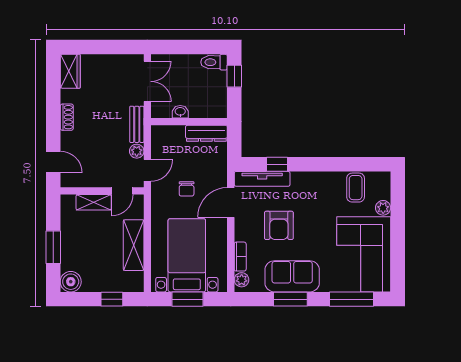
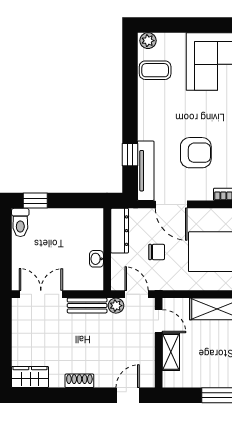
washbasin: (180, 112) -> (96, 259), moved
wall: (189, 122) -> (107, 249), moved
dresser: (206, 133) -> (120, 231), moved
plant: (383, 208) -> (148, 41), moved

